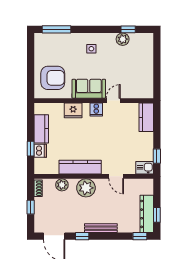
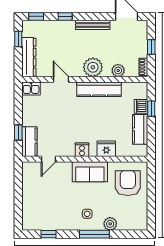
window: (57, 29) -> (94, 234), moved
plant: (123, 39) -> (110, 224), moved
armchair: (53, 78) -> (128, 183), turned 90
door: (113, 101) -> (48, 159), moved
window: (157, 156) -> (18, 132), moved
dresser: (147, 214) -> (29, 57), moved
bench: (101, 228) -> (93, 25), moved
window: (82, 236) -> (65, 16), moved

